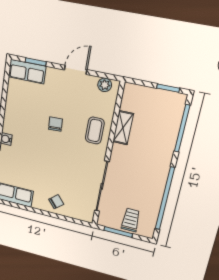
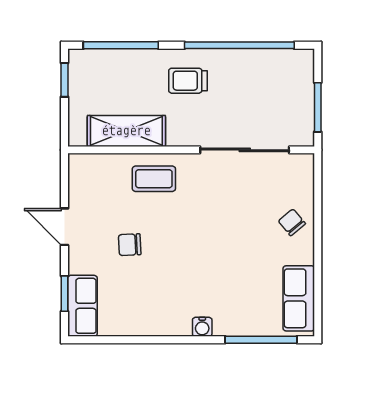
plant: (105, 85) -> (79, 177), removed
chair: (55, 124) -> (130, 245), moved
shelving: (123, 128) -> (126, 131), width x1.50, depth x1.33
trolley: (131, 220) -> (188, 81), moved

